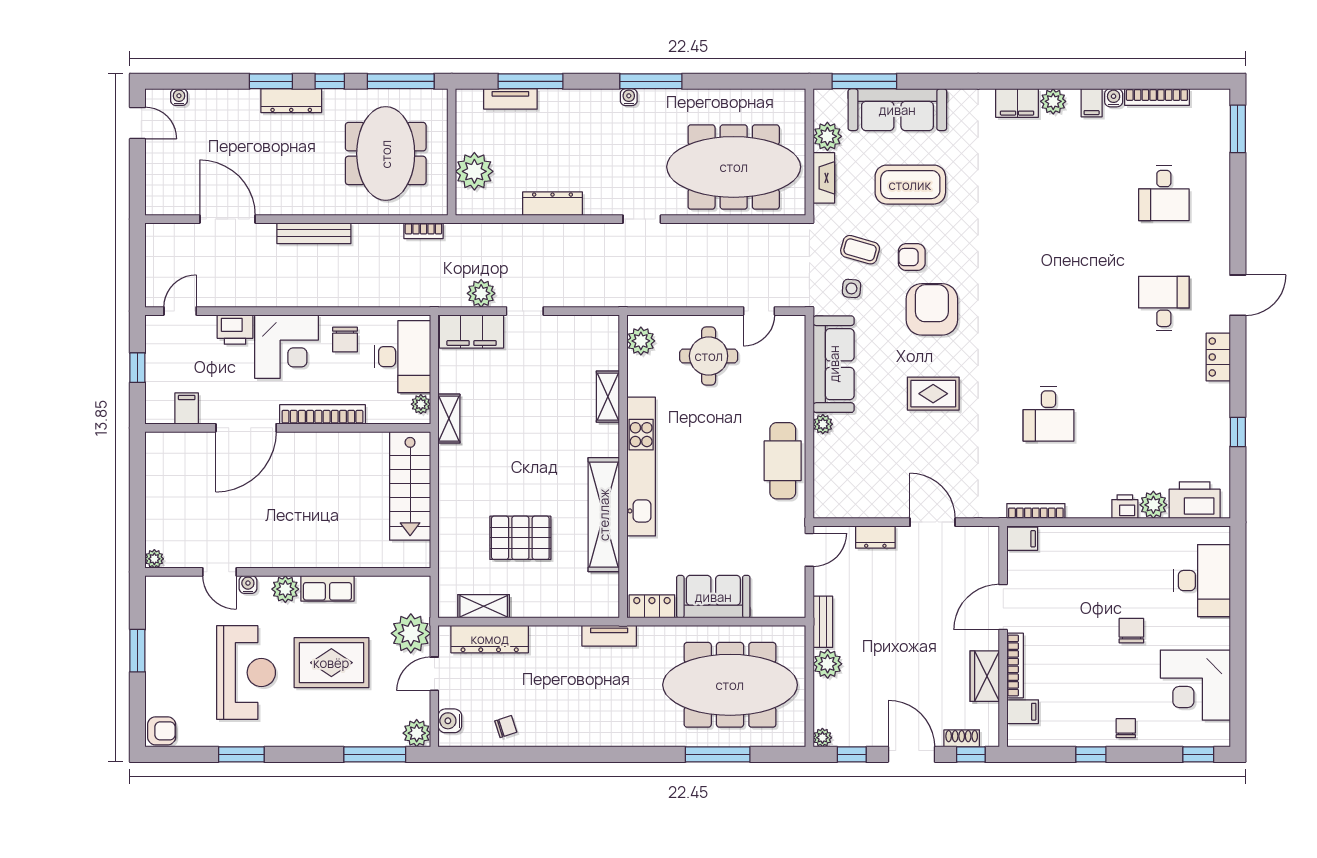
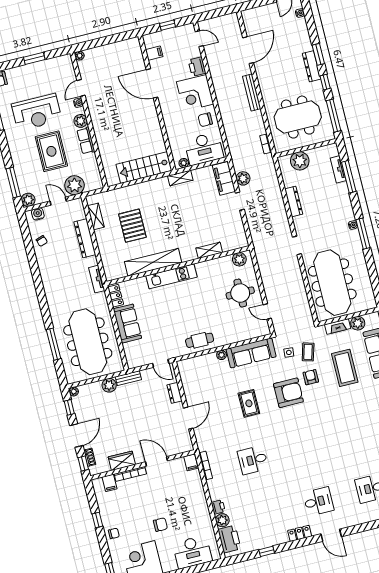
bookcase: (322, 414) -> (167, 118), removed
cafe table: (783, 461) -> (200, 340), width x0.73, depth x0.74
kitchen unit: (641, 467) -> (171, 276), width x0.73
dresser: (490, 639) -> (85, 238), moved

